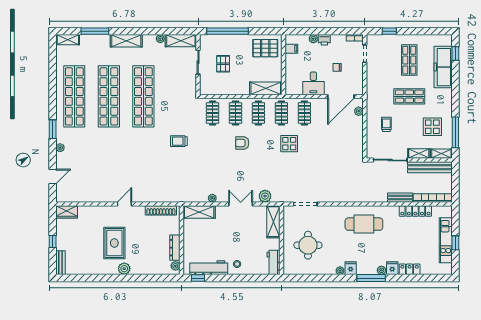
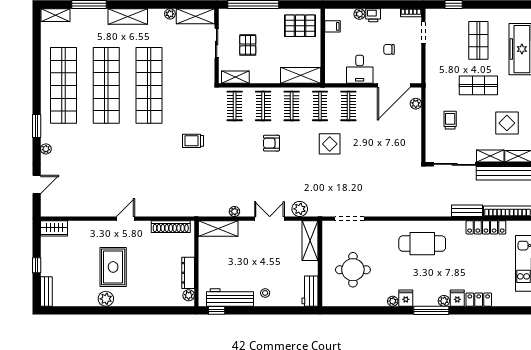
shelving: (213, 90) -> (235, 77), added
plant: (124, 269) -> (106, 299), moved

